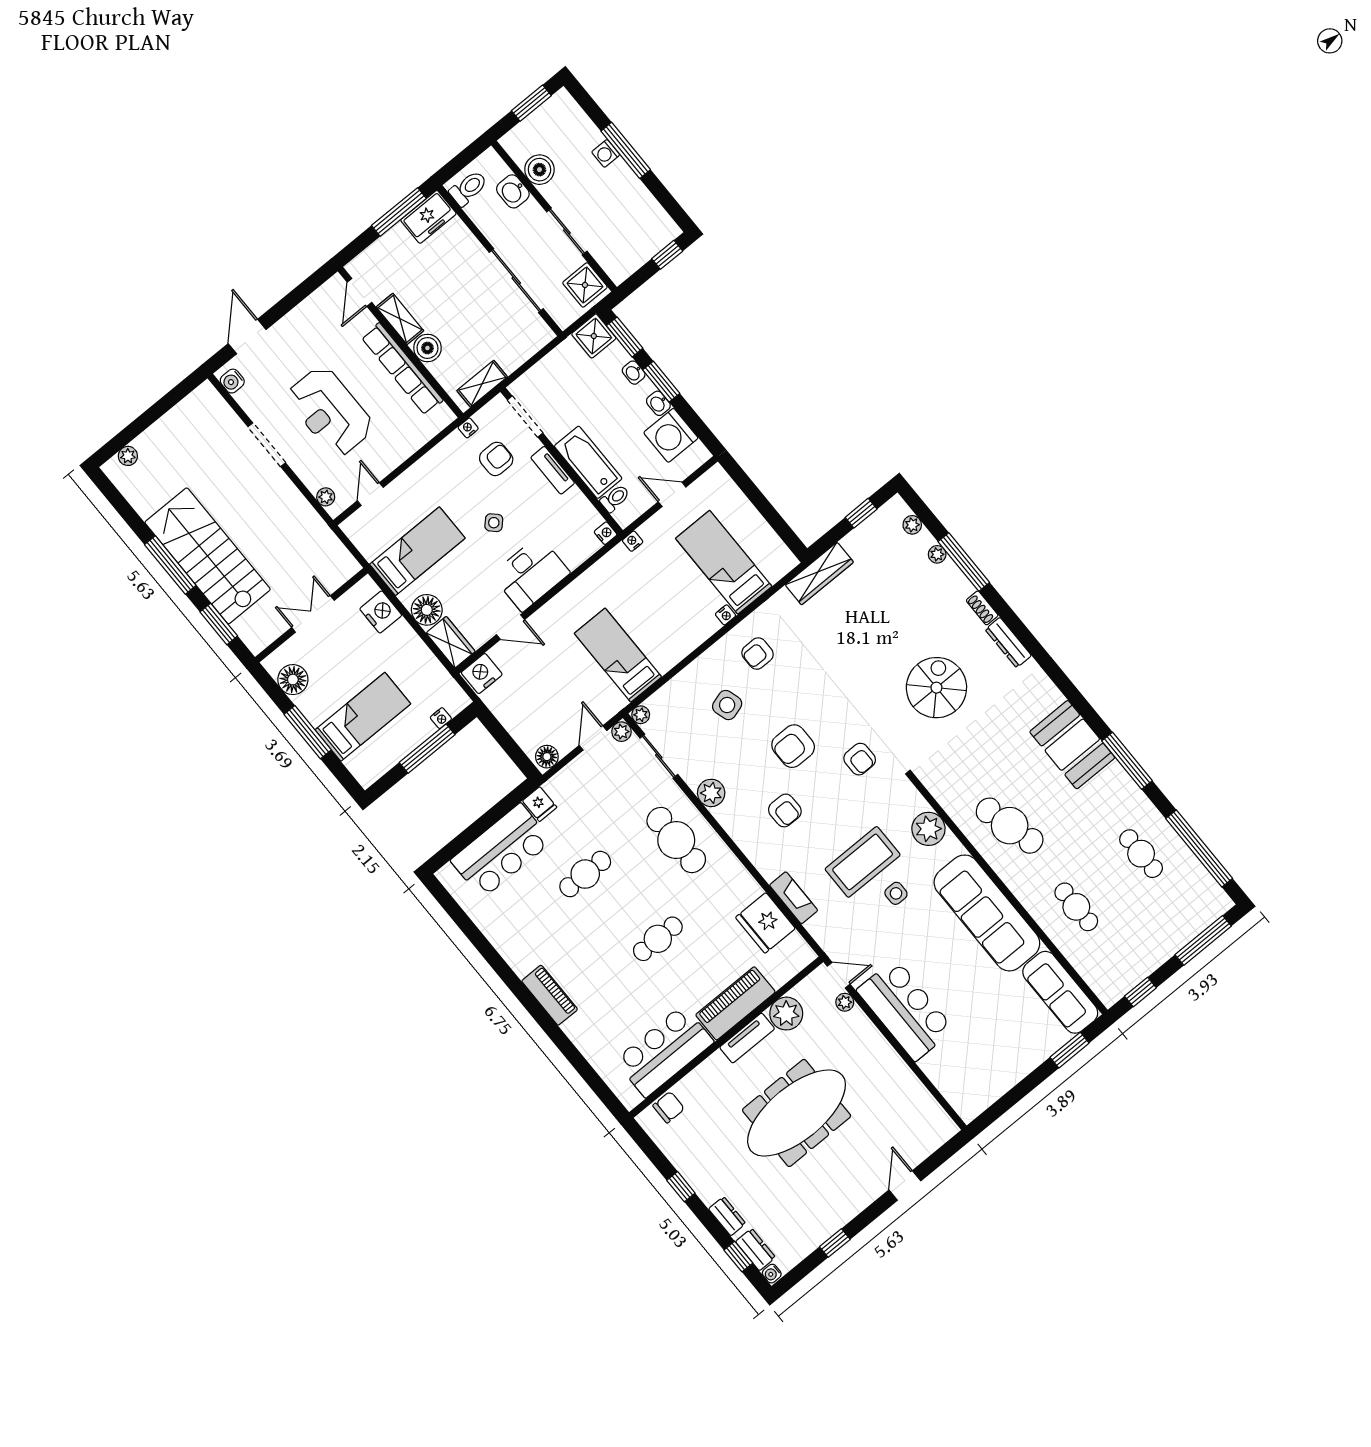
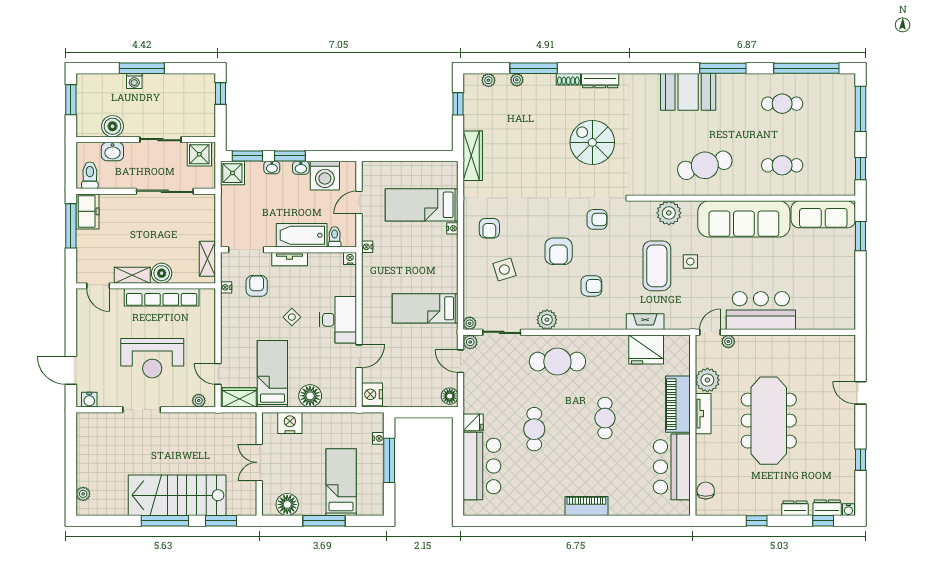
wardrobe: (451, 642) -> (239, 397), moved

